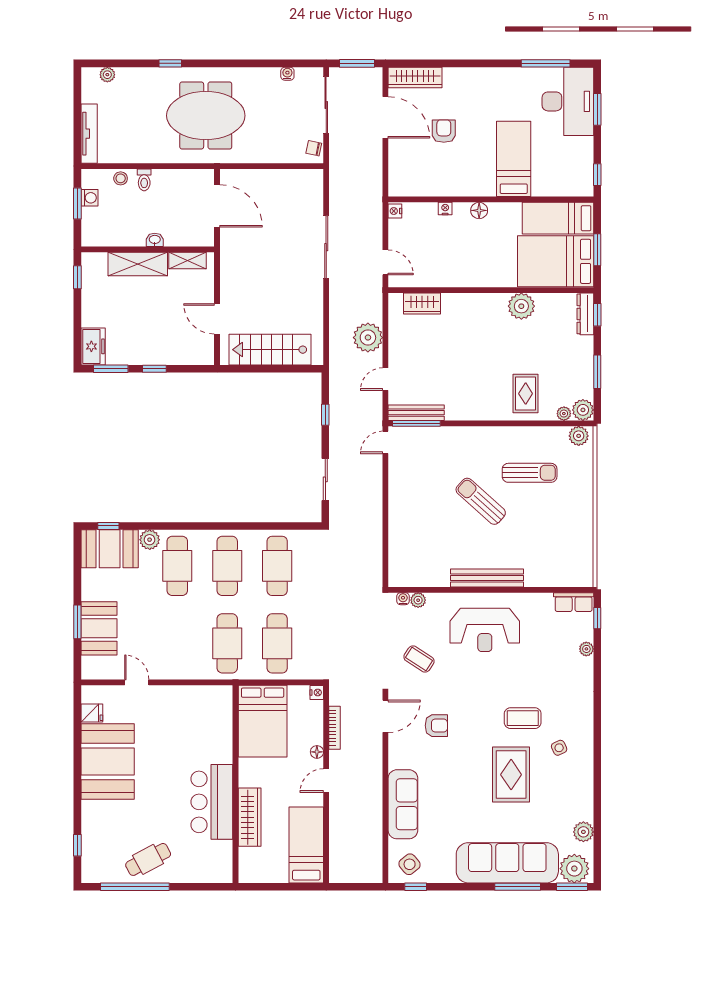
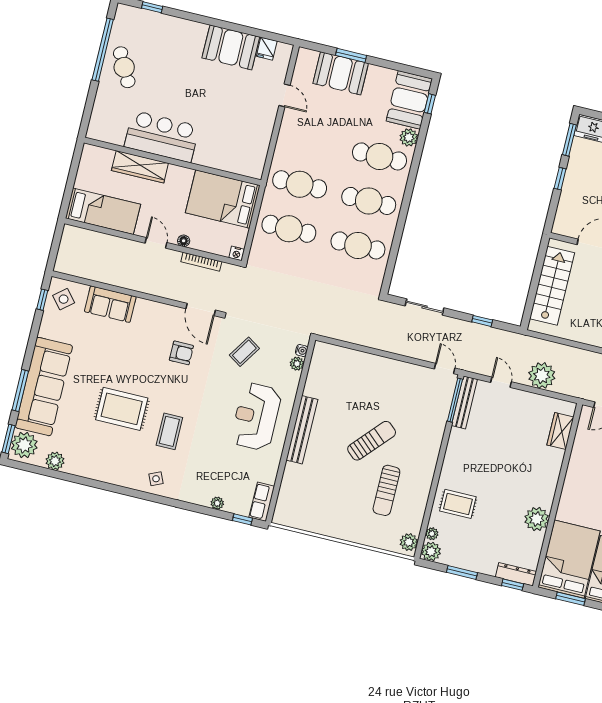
door: (137, 682) -> (284, 95), hinge flipped
armchair: (436, 726) -> (181, 353), turned -90
side table: (559, 748) -> (156, 479), moved
booth: (108, 762) -> (231, 47), width x0.73, depth x0.70
sofa: (403, 804) -> (110, 304), width x0.73

